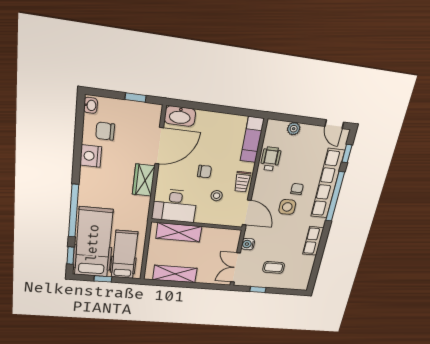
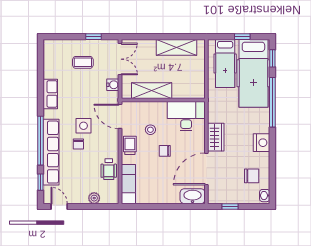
nightstand: (91, 156) -> (262, 143), moved
shelving: (179, 232) -> (152, 91), moved

